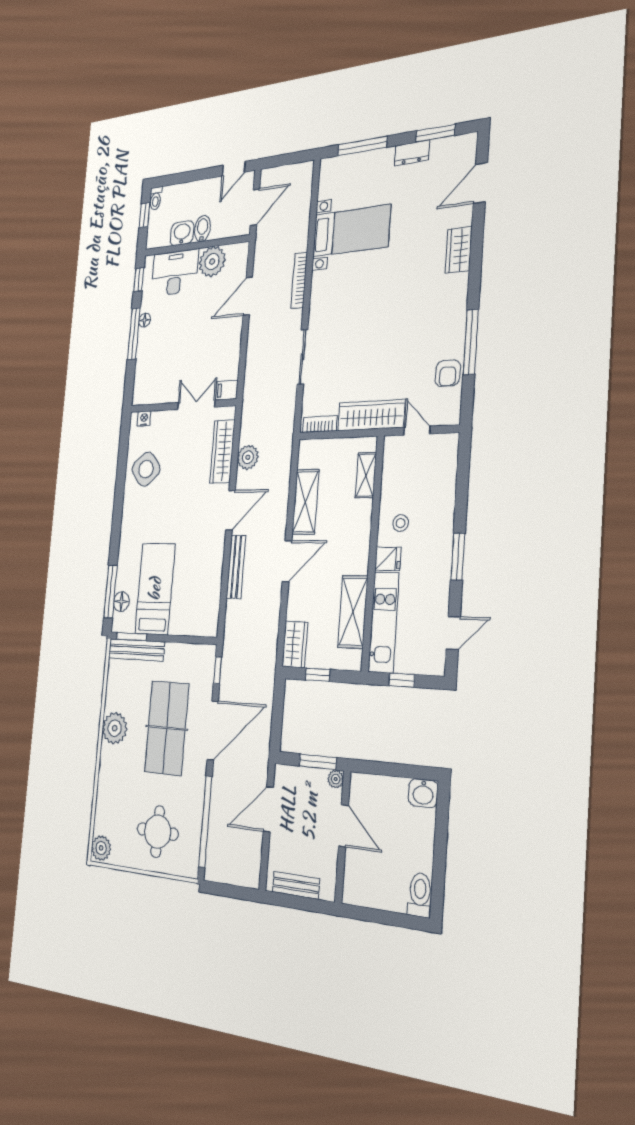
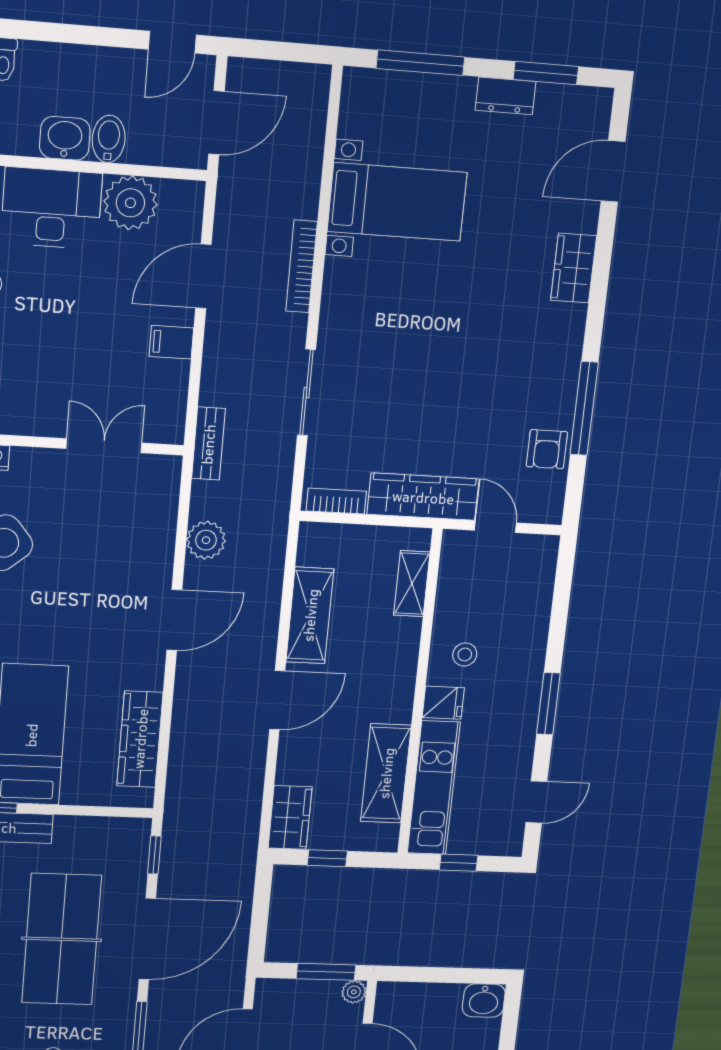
filing cabinet: (227, 390) -> (171, 342), moved
wardrobe: (222, 451) -> (140, 739), moved
bench: (236, 567) -> (208, 444), moved, width x0.73

